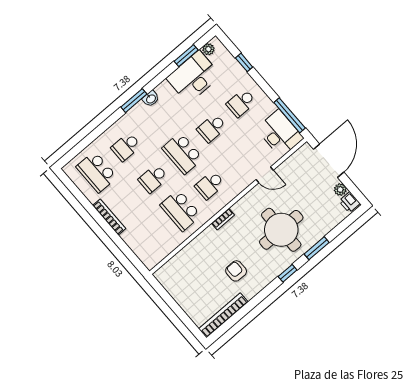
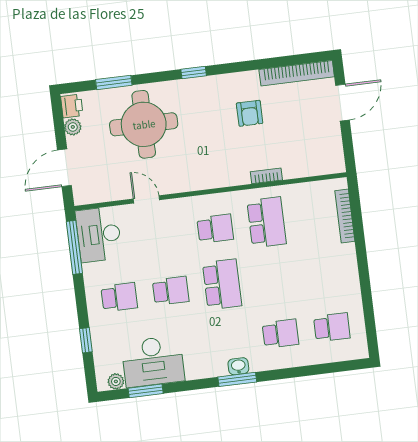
washbasin: (151, 99) -> (238, 366), moved
door: (329, 161) -> (64, 168), width x0.73
school desk: (97, 172) -> (332, 327), width x0.54
school desk: (153, 179) -> (273, 278), removed
bookcase: (109, 217) -> (345, 216), moved
bookcase: (223, 219) -> (266, 176), moved
round table: (281, 230) -> (144, 124), moved
window: (317, 248) -> (114, 82), moved
door: (183, 316) -> (343, 103), added

